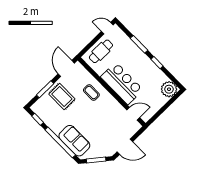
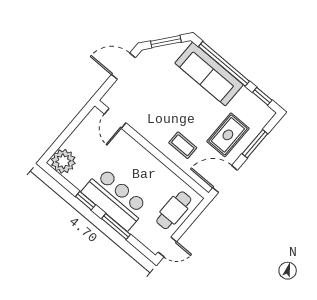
door: (66, 68) -> (225, 179), swing flipped
bar counter: (122, 83) -> (115, 199), moved, turned 180
rug: (62, 96) -> (228, 135), turned 90
door: (133, 114) -> (115, 118), hinge flipped
sofa: (74, 141) -> (209, 74), width x1.36

